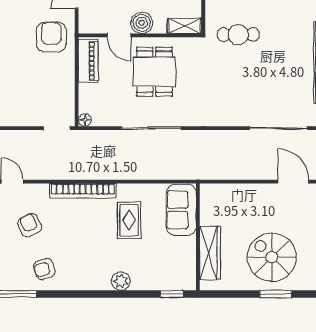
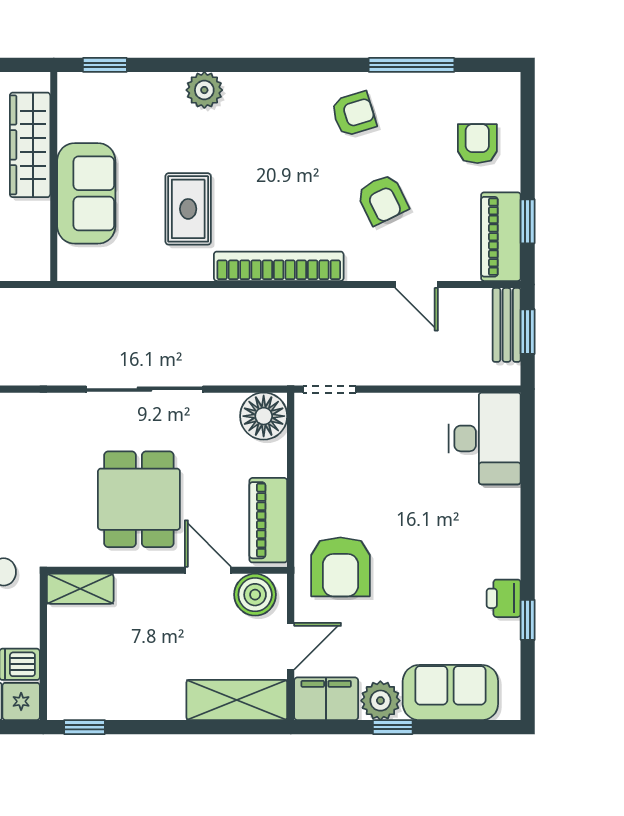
boiler: (142, 23) -> (255, 595), moved
floor lamp: (85, 120) -> (264, 416), width x1.89, depth x1.89
sofa: (181, 210) -> (86, 193), moved

